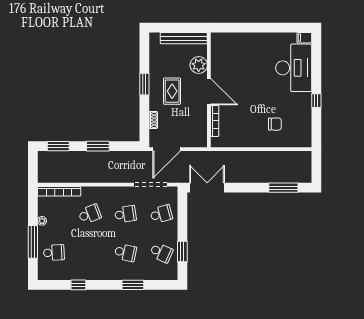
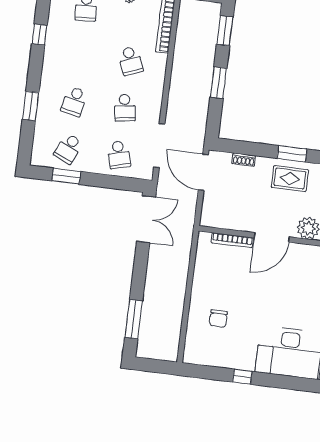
rug: (172, 91) -> (290, 179), moved

